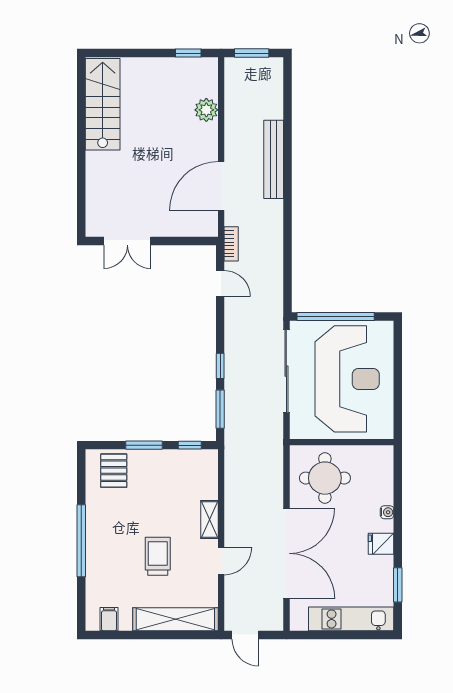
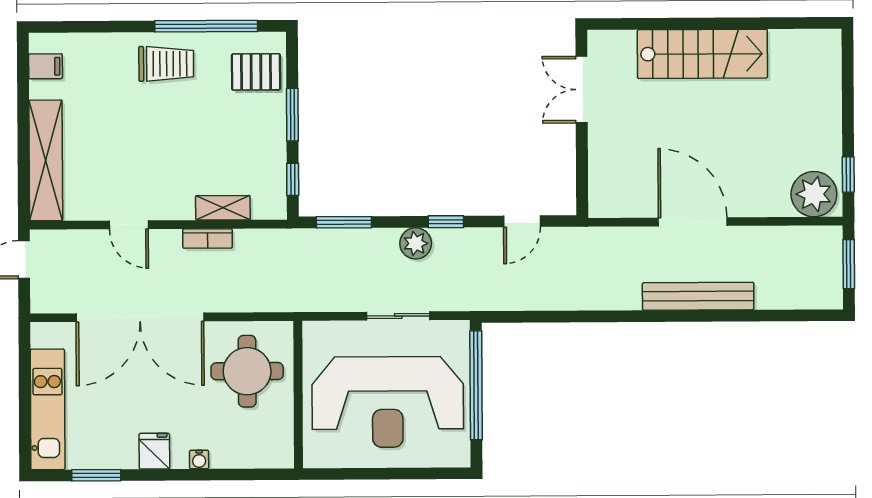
stairs: (103, 104) -> (702, 54), moved
plant: (206, 110) -> (814, 194), moved, width x1.36, depth x1.36
door: (221, 186) -> (693, 222), moved
bookcase: (231, 244) -> (208, 239), moved
plant: (235, 359) -> (416, 243), added
window: (220, 366) -> (446, 222), moved
sliding door: (286, 371) -> (398, 316), width x0.54
shelving: (209, 519) -> (223, 208), moved
window: (81, 541) -> (206, 26), moved
trolley: (158, 556) -> (166, 64), moved

